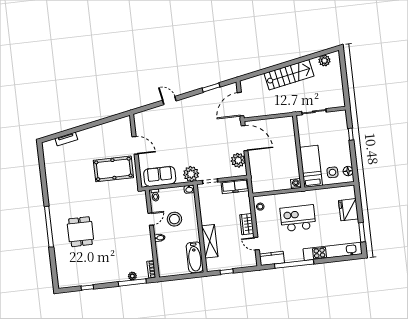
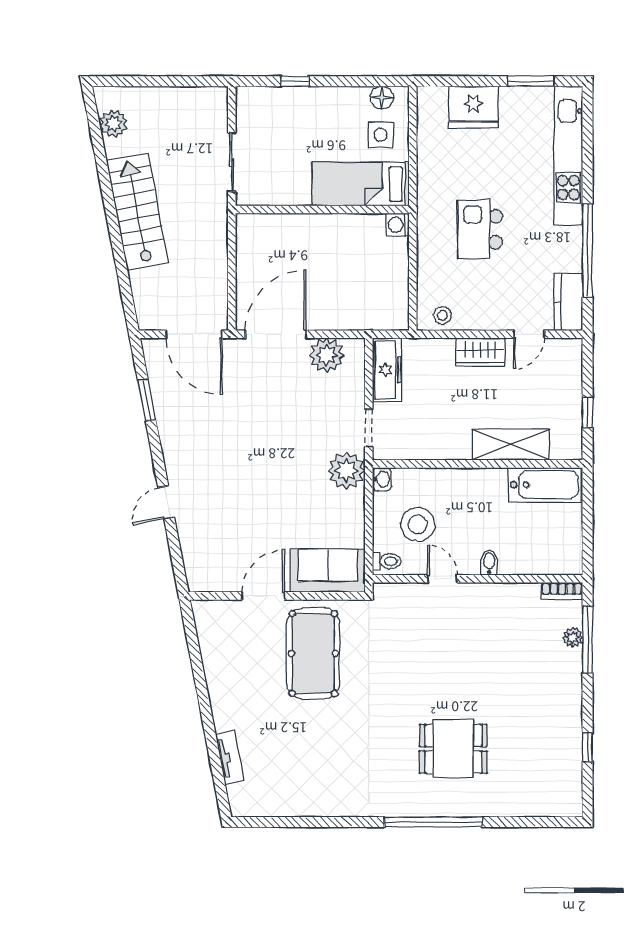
sofa: (160, 176) -> (328, 571), moved, turned 90
kitchen island: (298, 218) -> (480, 229), width x0.73, depth x0.78
stool: (174, 219) -> (418, 524), moved

